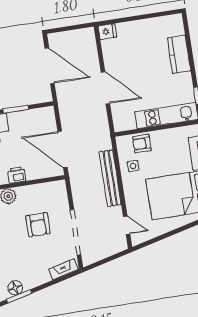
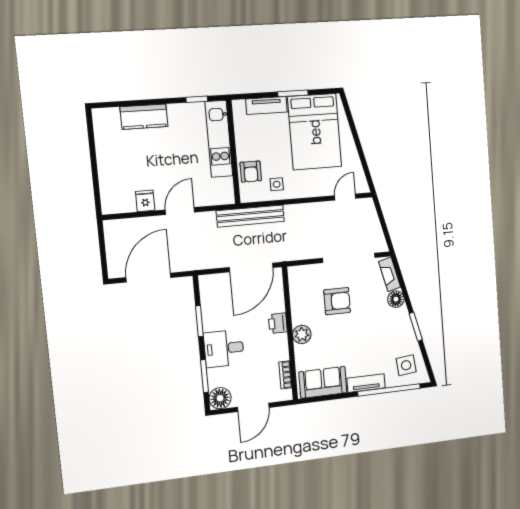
fridge: (107, 32) -> (145, 201), moved
door: (105, 88) -> (180, 211), width x0.73
bench: (110, 178) -> (250, 216), moved
floor lamp: (15, 288) -> (396, 299), moved

